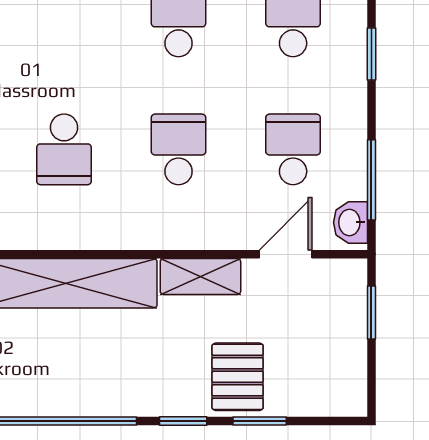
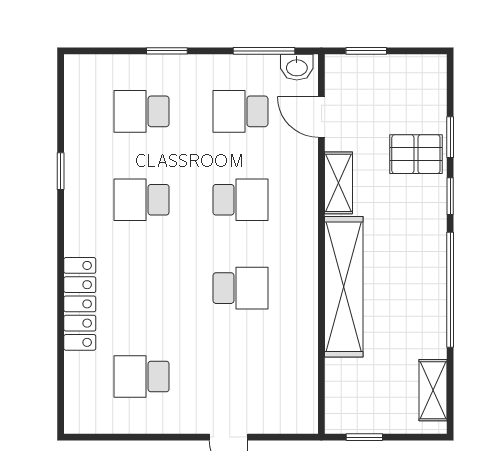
school desk: (179, 149) -> (240, 200), turned 180

